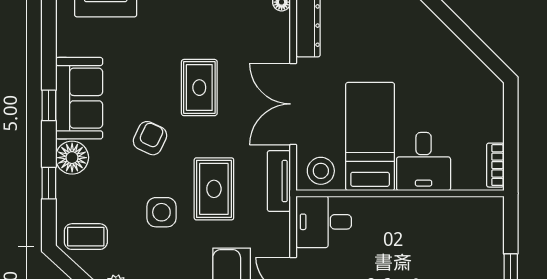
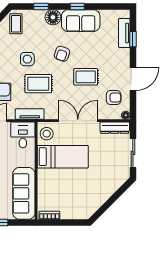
armchair: (244, 28) -> (114, 98), added
armchair: (150, 138) -> (62, 54), turned 84
desk: (424, 162) -> (51, 182), removed
tv unit: (279, 181) -> (30, 114), moved
sofa: (449, 220) -> (24, 193), added

